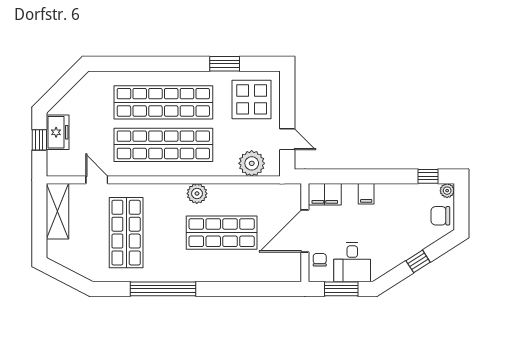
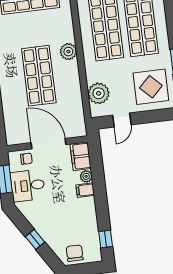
plant: (447, 191) -> (86, 176), moved

